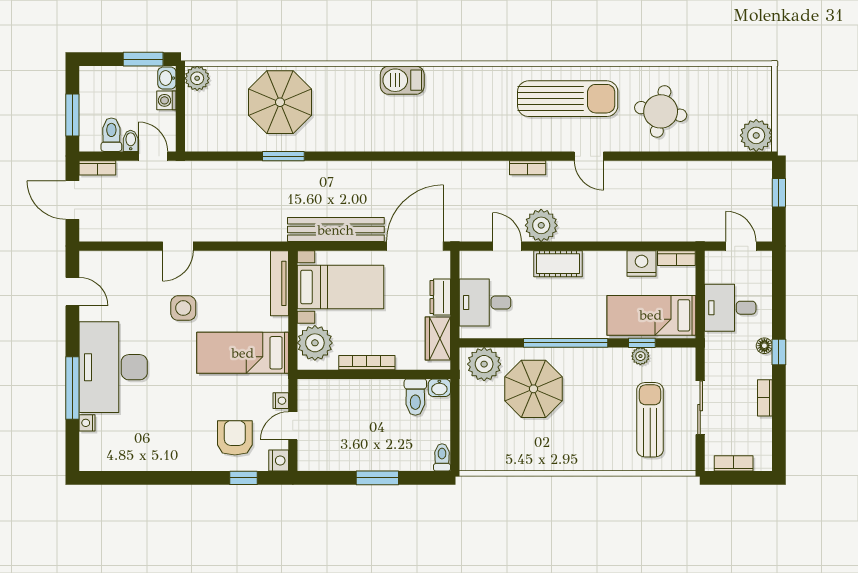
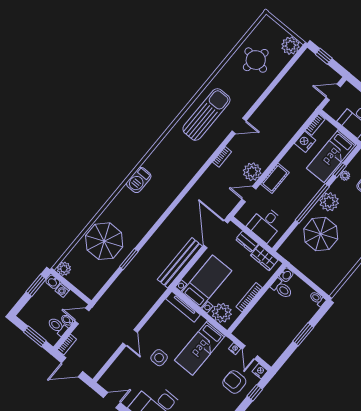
round table: (661, 111) -> (256, 60), moved
plant: (484, 364) -> (329, 202), moved

